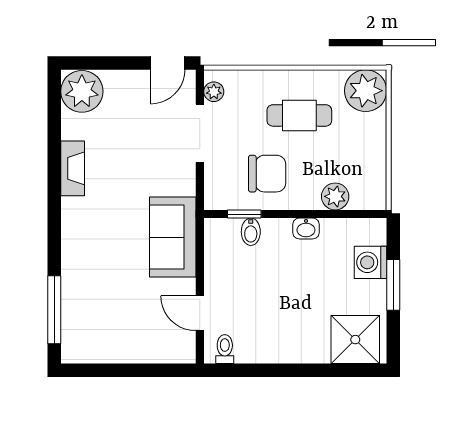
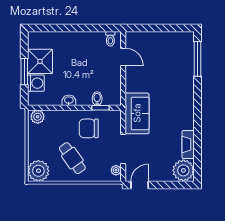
cafe table: (299, 115) -> (72, 158), turned 55
fireplace: (73, 168) -> (188, 145), moved
plant: (335, 196) -> (38, 117), moved
sofa: (173, 237) -> (137, 113), moved
shower: (355, 340) -> (40, 61), moved

